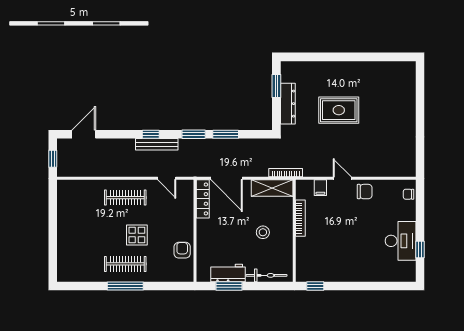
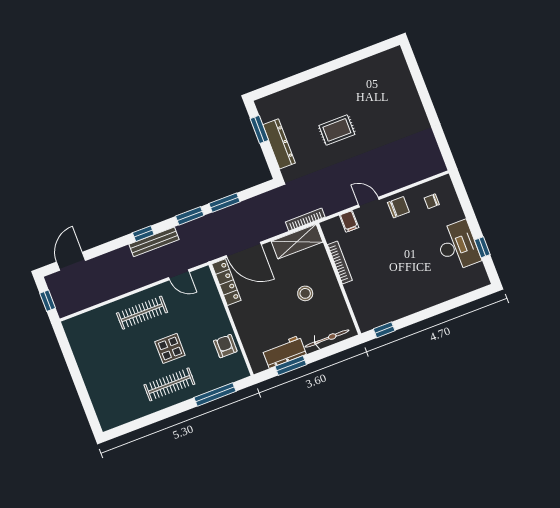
rug: (339, 110) -> (337, 130), width x0.73, depth x0.70
chair: (409, 194) -> (432, 201), moved
window: (125, 286) -> (215, 394), moved

